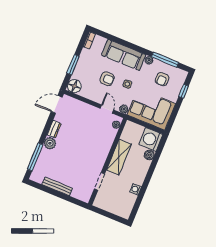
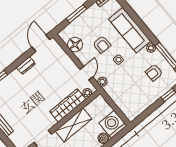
floor lamp: (74, 86) -> (75, 45), moved
door: (57, 104) -> (41, 43), hinge flipped
corner sofa: (151, 109) -> (128, 96), removed
plant: (50, 143) -> (15, 77), removed
wardrobe: (106, 144) -> (68, 105), added

